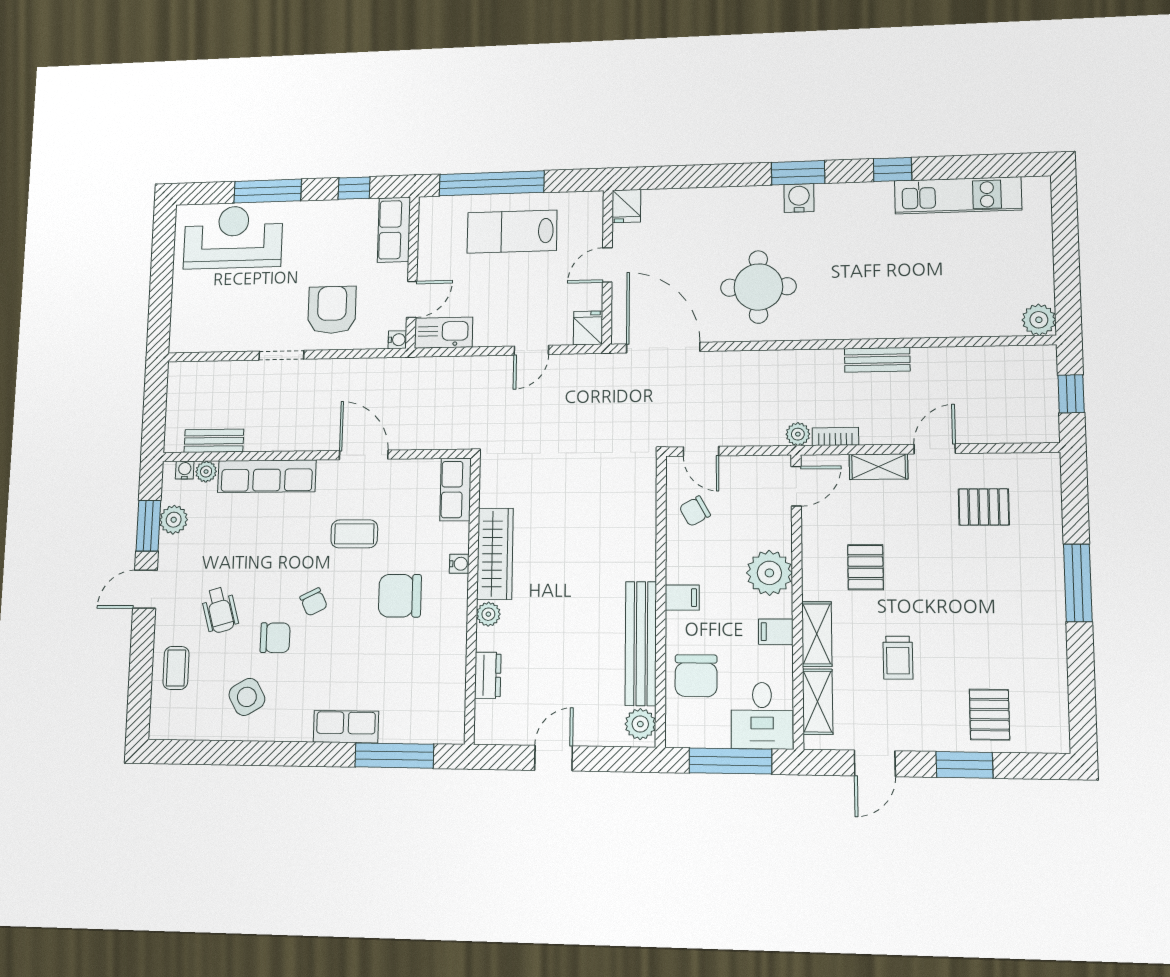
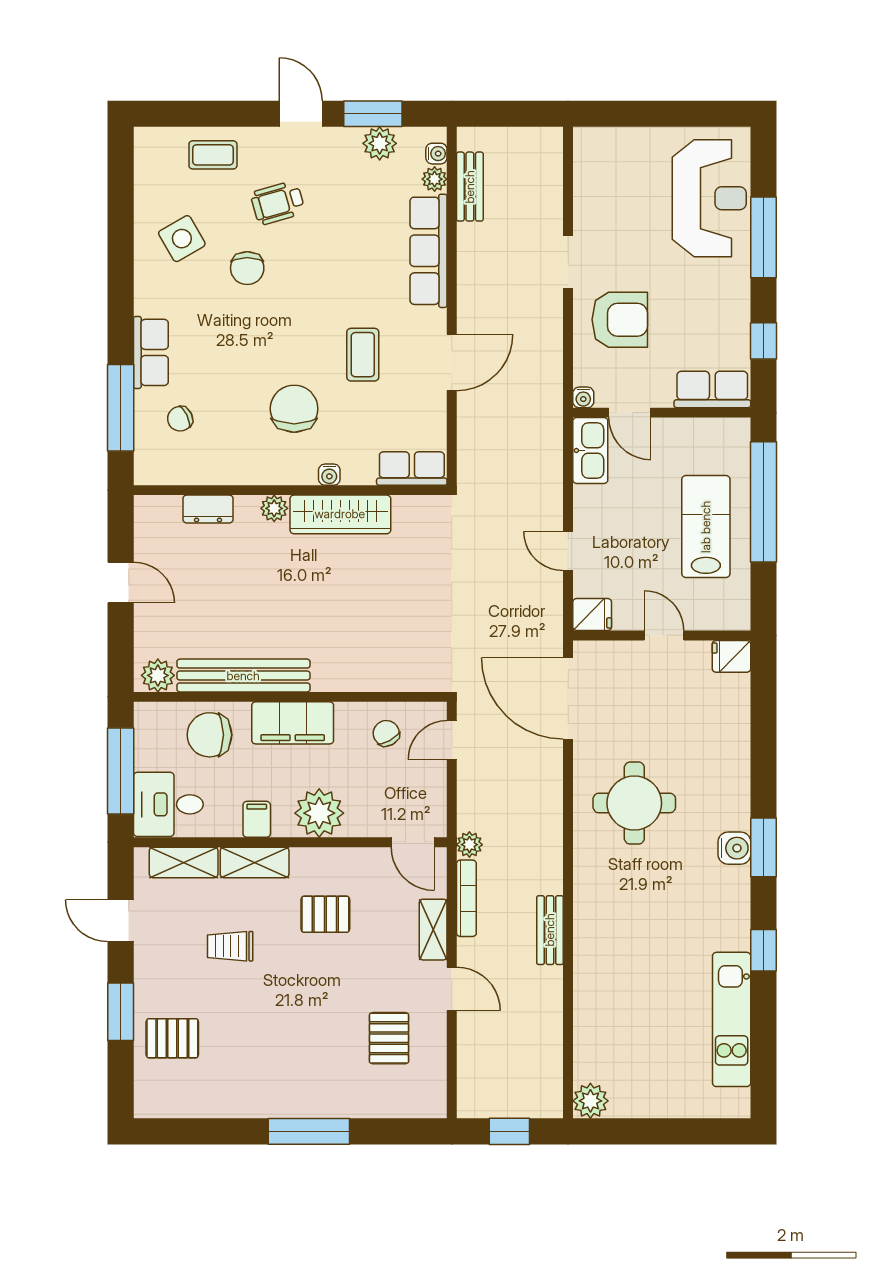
door: (663, 348) -> (568, 698), swing flipped
bookcase: (835, 436) -> (466, 898), width x1.56
filing cabinet: (682, 598) -> (293, 723), width x3.00, depth x1.17
chair: (314, 602) -> (180, 419), moved

